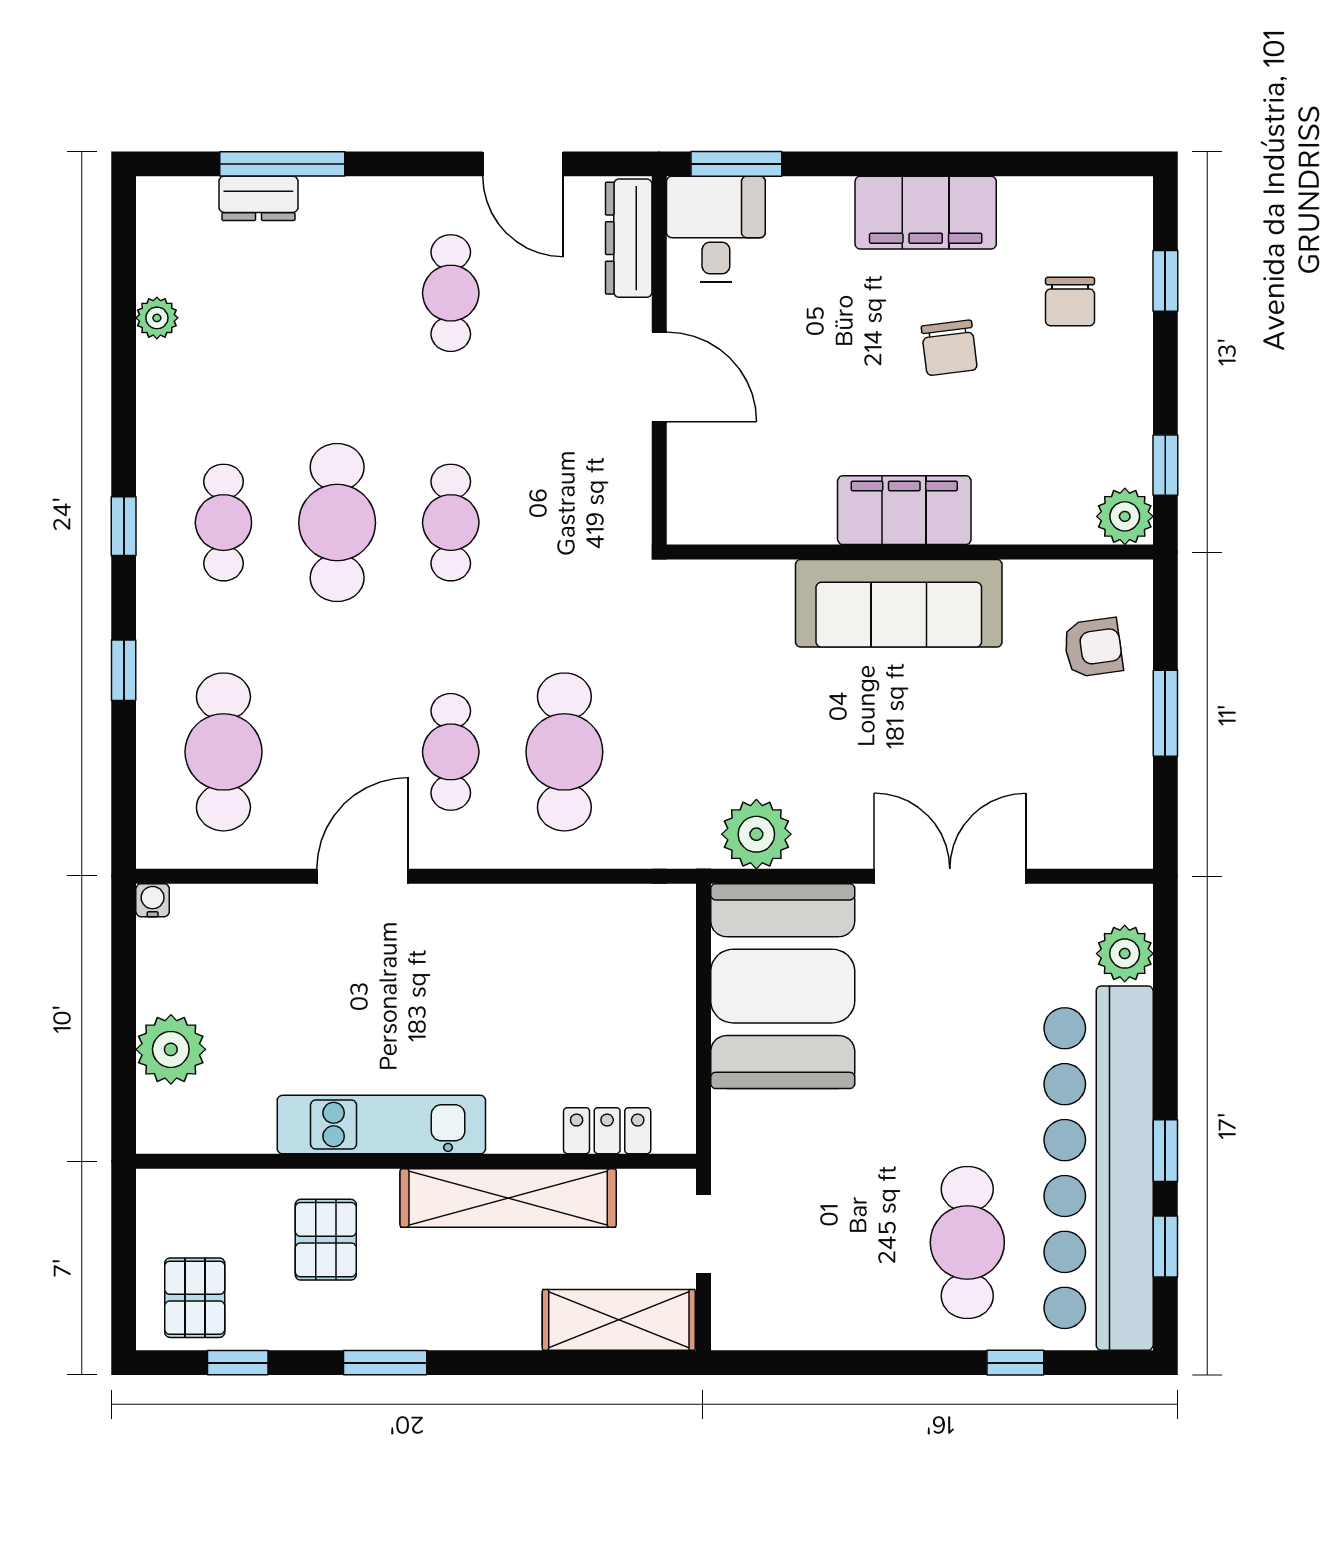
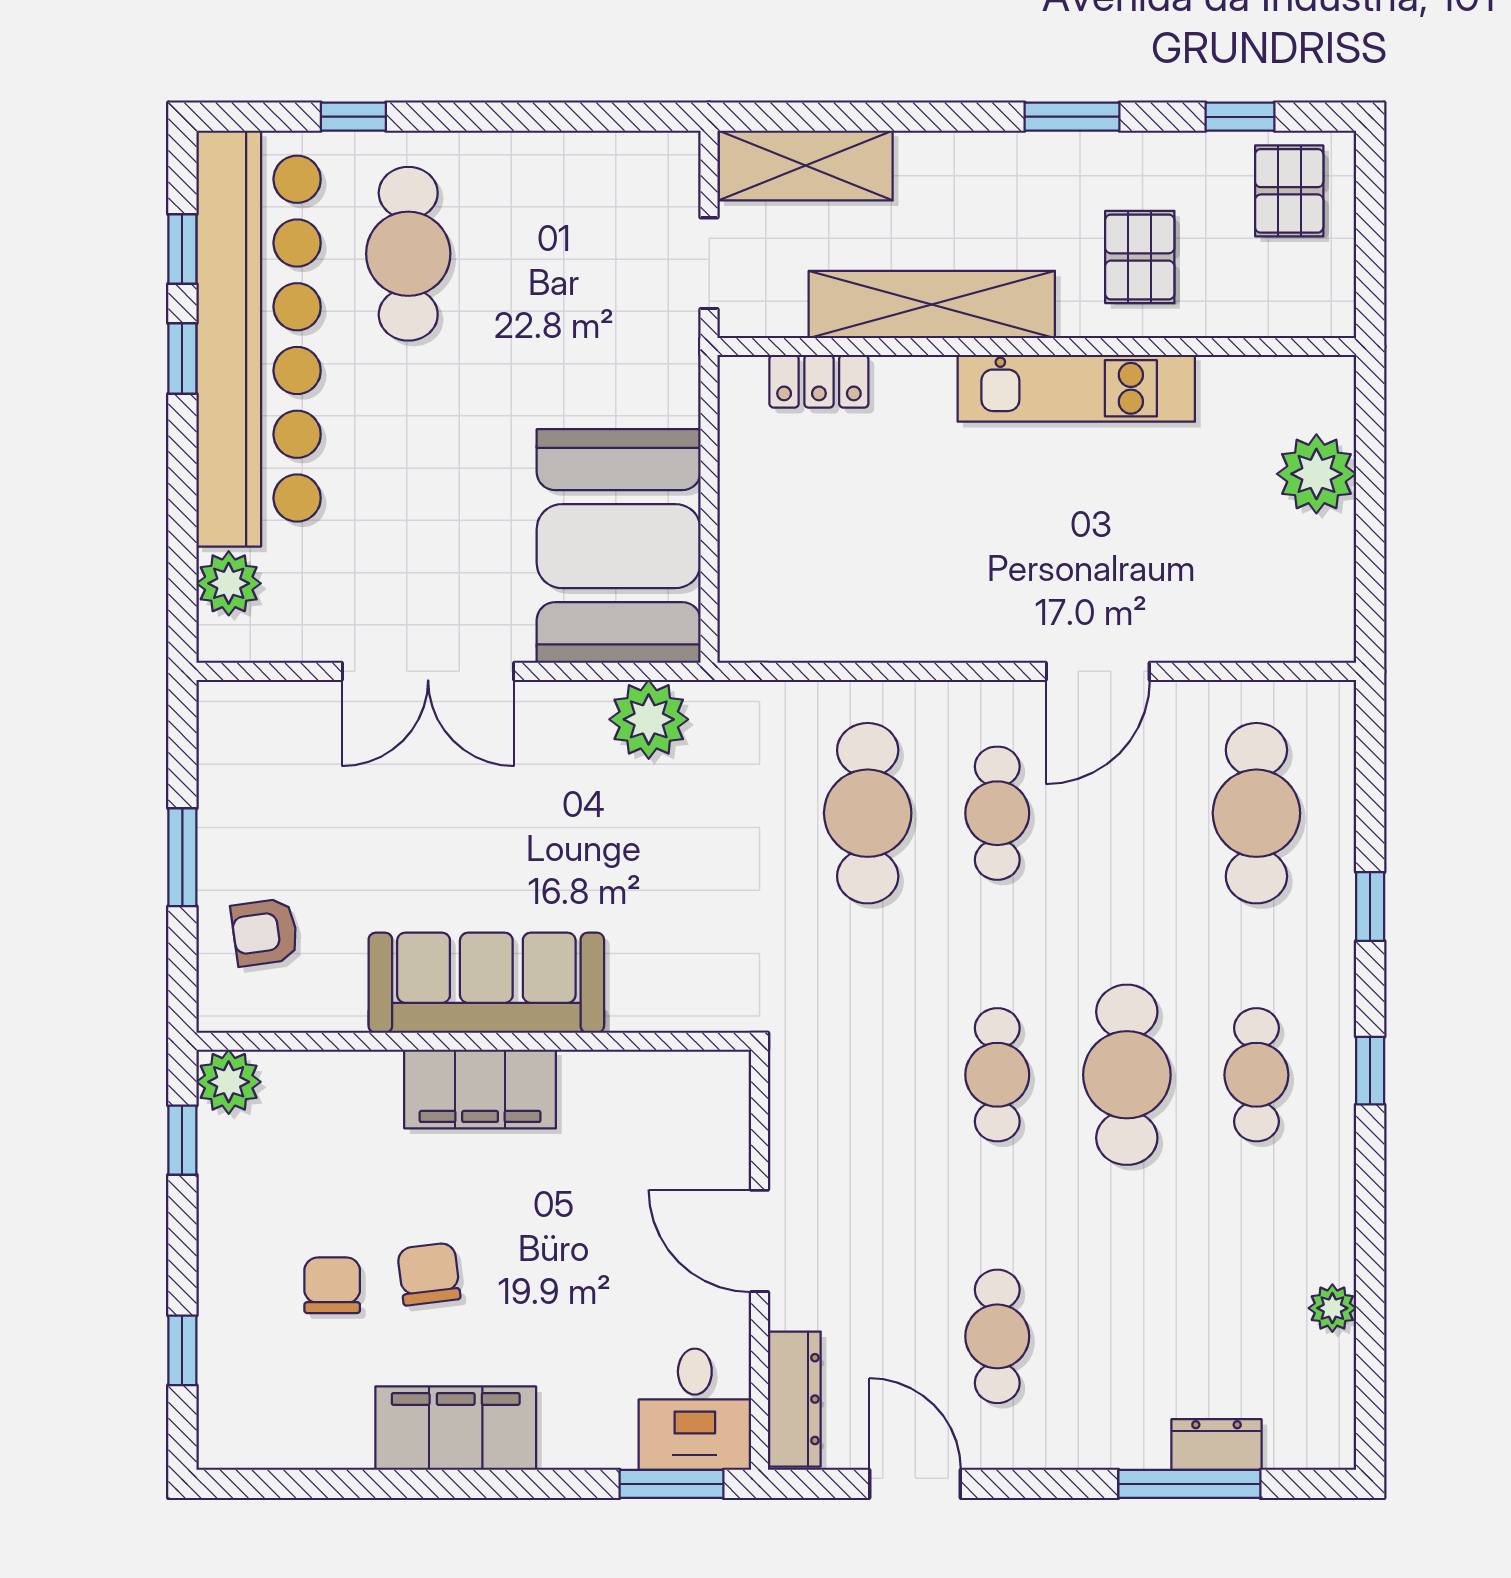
chair: (1070, 302) -> (332, 1285), moved
water cooler: (153, 900) -> (1337, 644), removed

